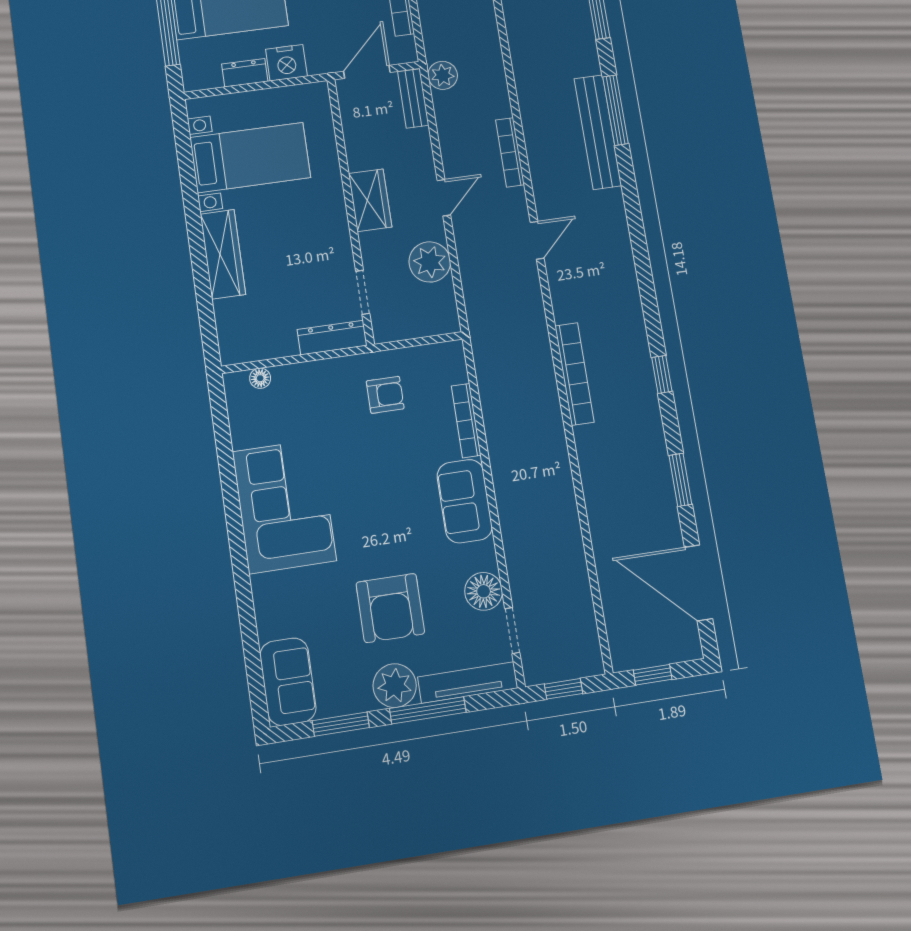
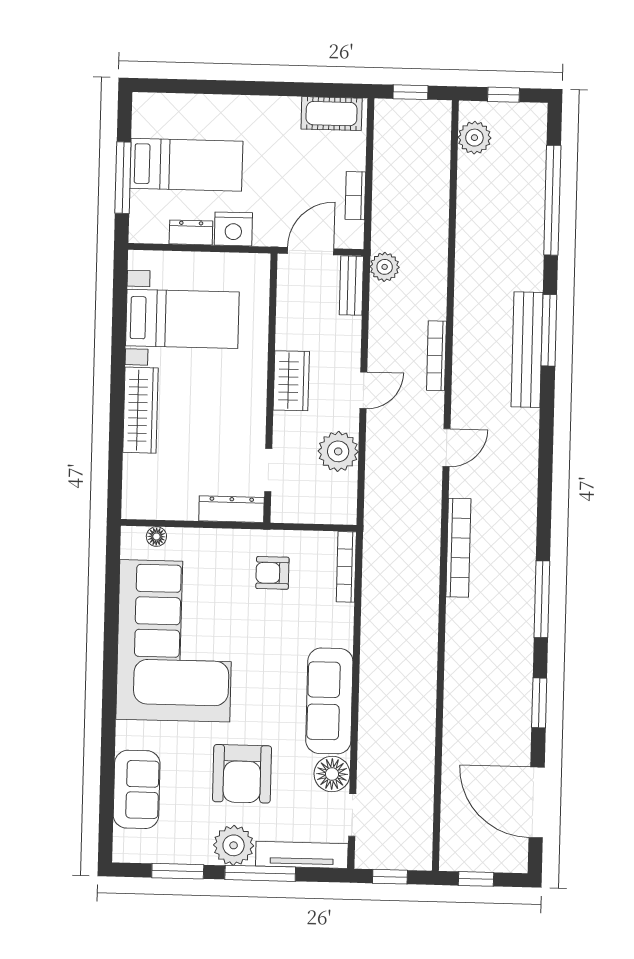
bookcase: (574, 374) -> (458, 548), moved
window: (662, 374) -> (542, 599), width x2.17
armchair: (385, 395) -> (272, 573), turned 180
bookcase: (466, 421) -> (346, 567), moved
sofa: (465, 501) -> (329, 701), width x1.36
corner sofa: (284, 506) -> (175, 641), width x1.36, depth x1.36
sofa: (288, 682) -> (137, 789), moved

